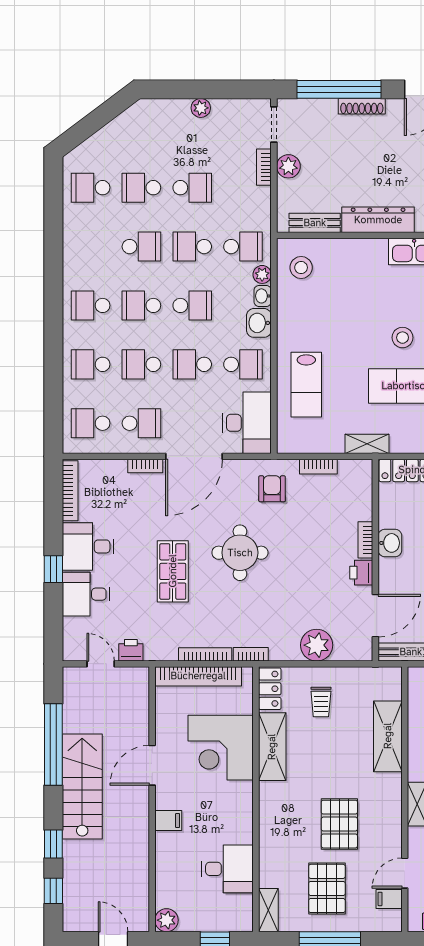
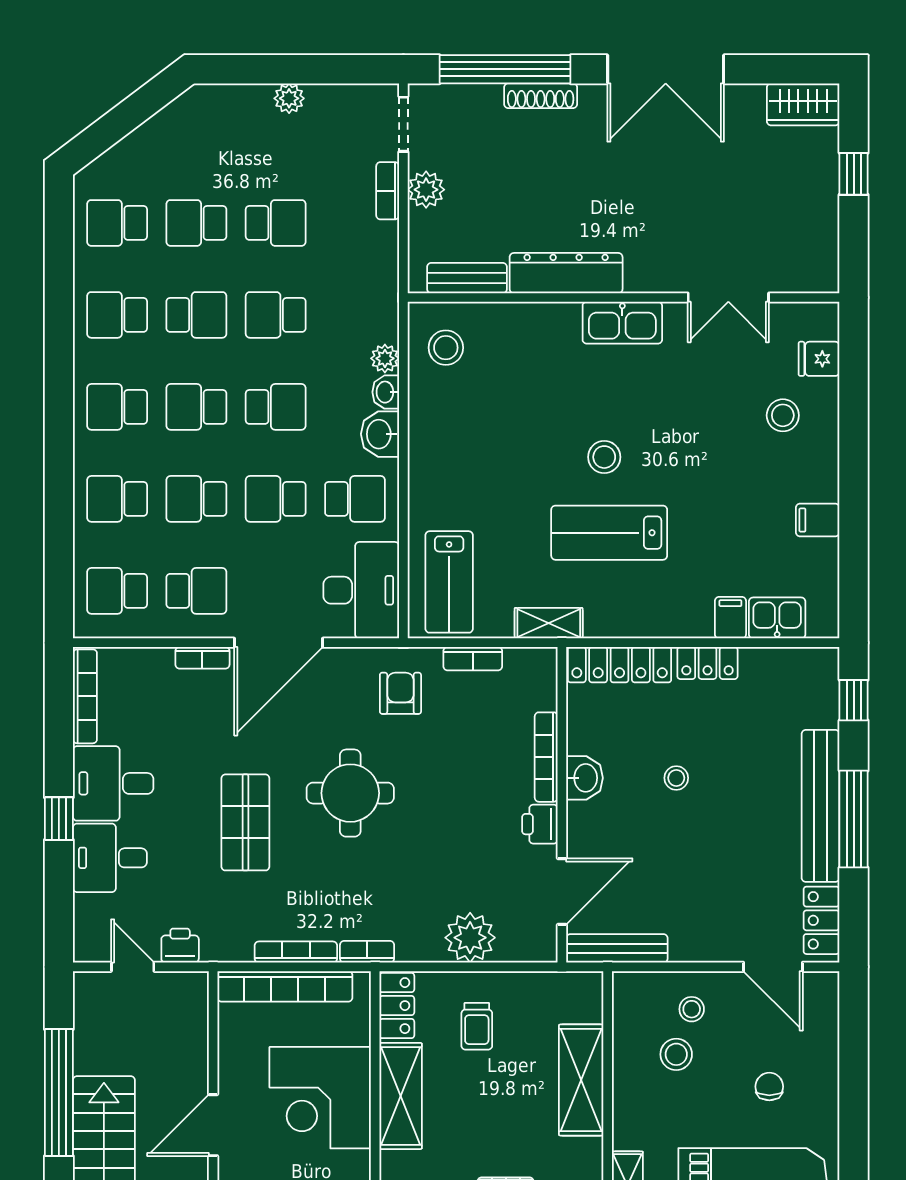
school desk: (243, 247) -> (117, 315), moved, turned 180
lab bench: (306, 385) -> (449, 582), moved
bookcase: (365, 540) -> (546, 757), width x1.56

